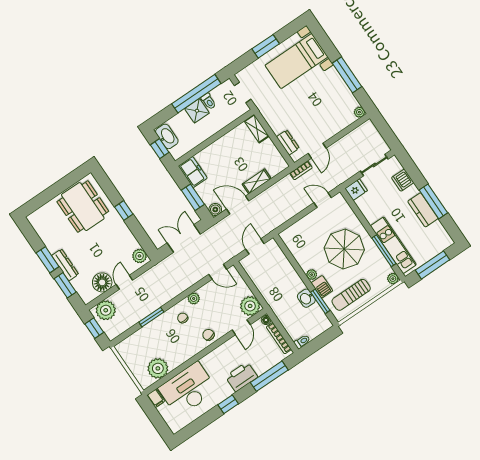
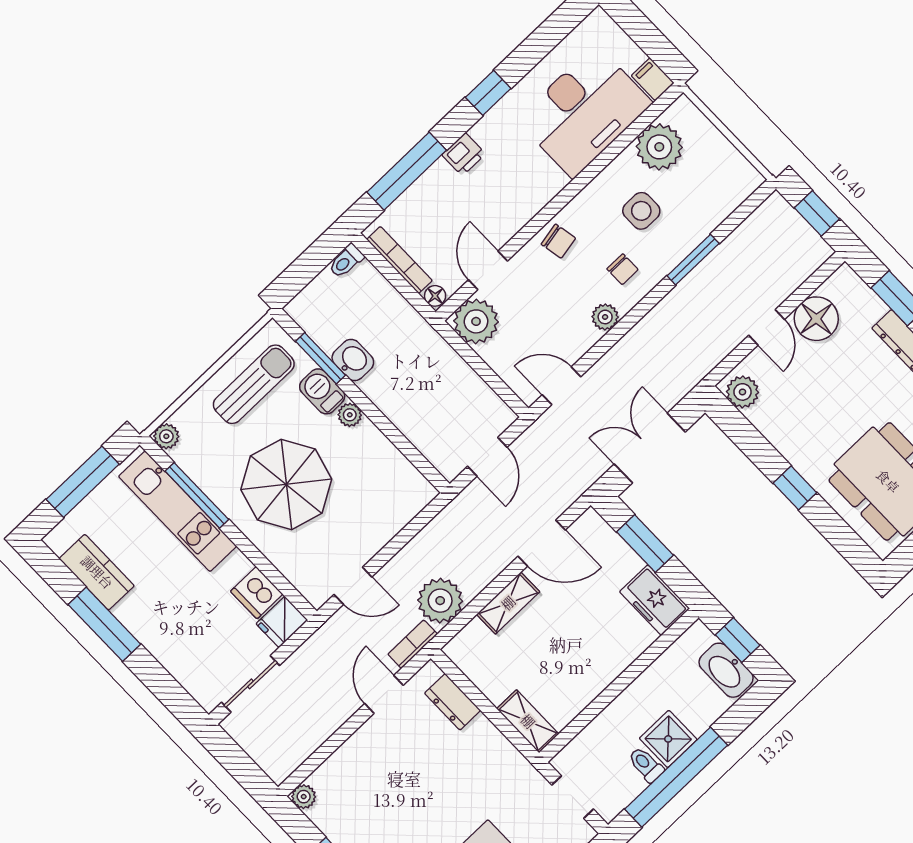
dishwasher: (403, 180) -> (257, 593), moved, turned 180
boiler: (215, 210) -> (590, 524), removed
kitchen counter: (423, 210) -> (97, 572), moved
double door: (184, 238) -> (650, 448), swing flipped
plant: (106, 310) -> (440, 601), moved
side table: (170, 342) -> (641, 211), added
printer: (241, 377) -> (464, 154), width x0.53, depth x0.68

